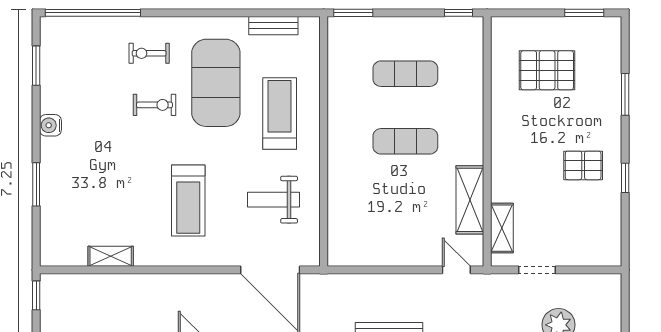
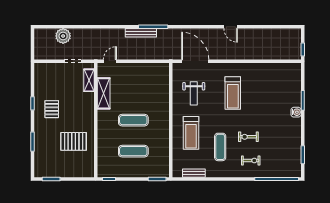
pallet: (547, 70) -> (74, 141), moved
exercise mat: (216, 83) -> (220, 147), width x0.50, depth x0.69
water cooler: (50, 125) -> (296, 112), moved
pallet: (583, 165) -> (52, 109), turned 90
weight bench: (274, 200) -> (194, 93), turned 90
treadmill: (188, 201) -> (233, 93), turned 180
shelving: (111, 256) -> (268, 67), removed
door: (456, 270) -> (110, 61), swing flipped

